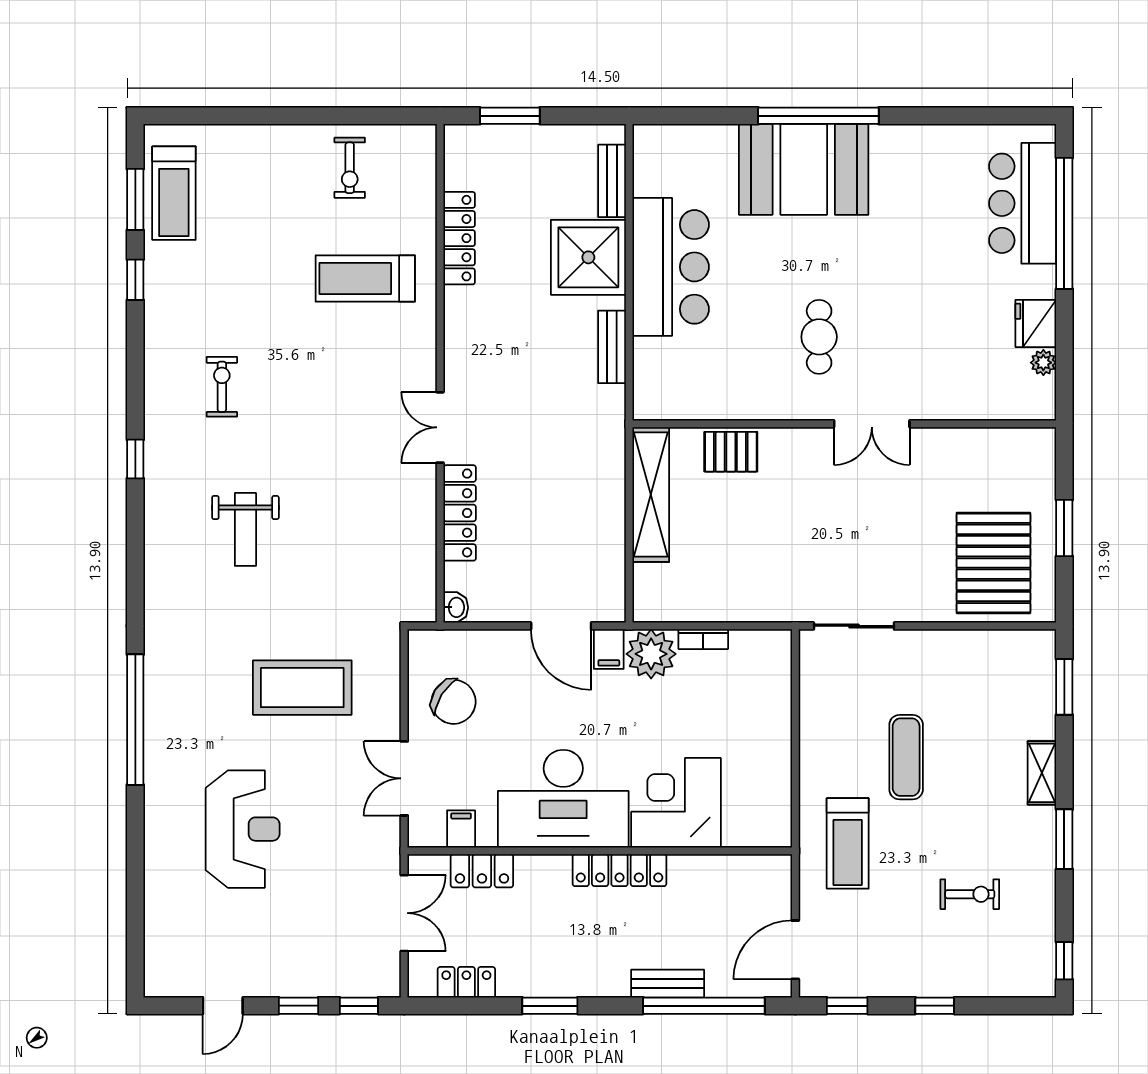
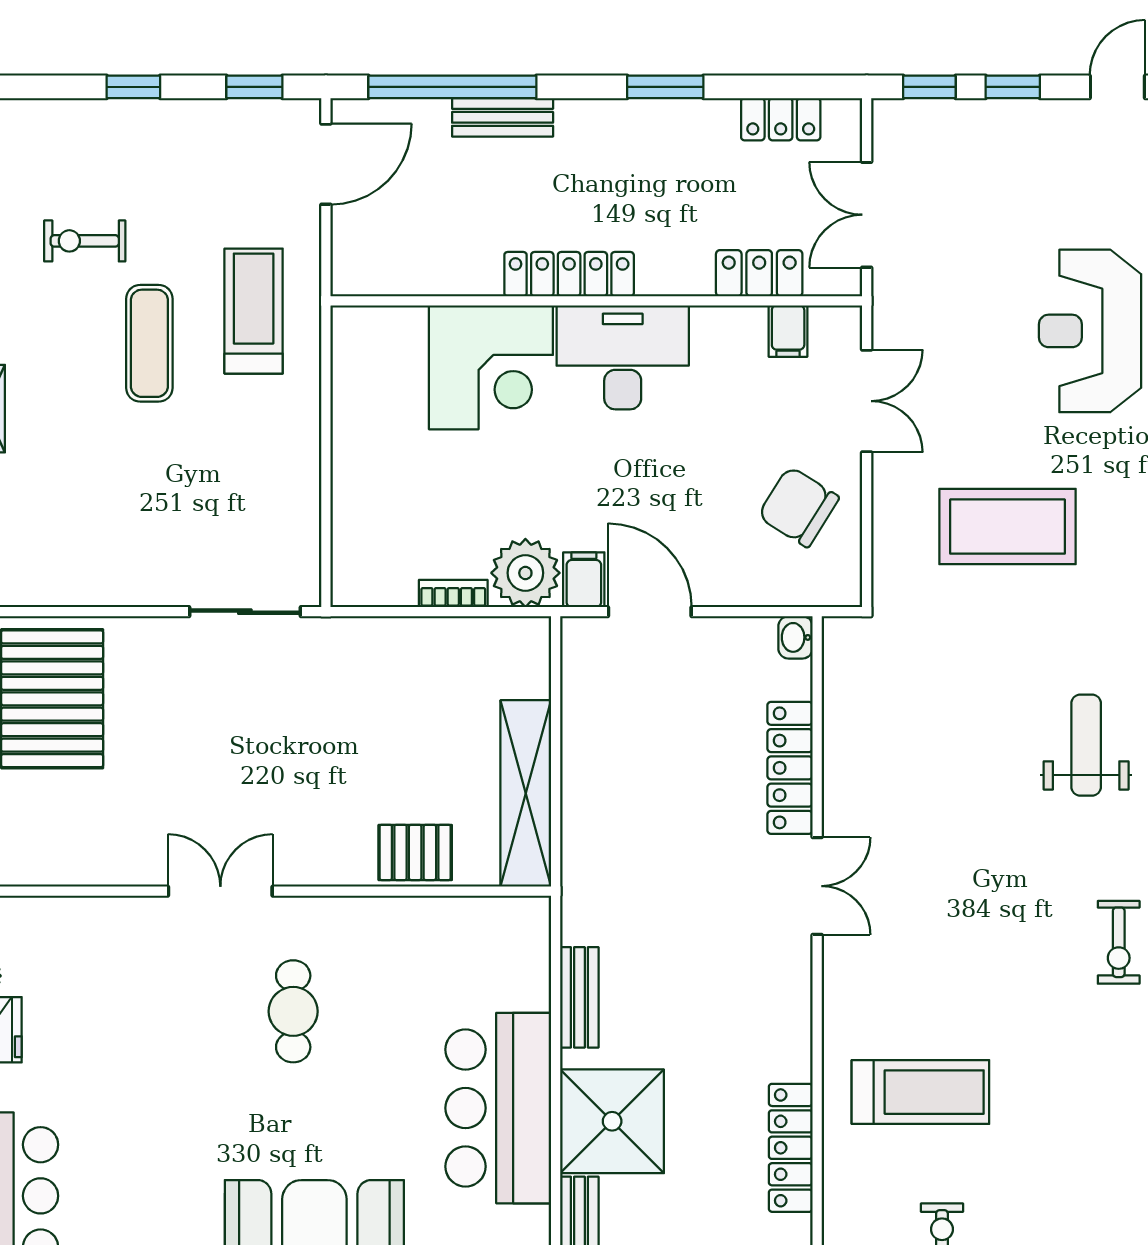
exercise mat: (906, 757) -> (149, 343), moved
desk: (563, 799) -> (623, 357), width x0.73, depth x0.77

